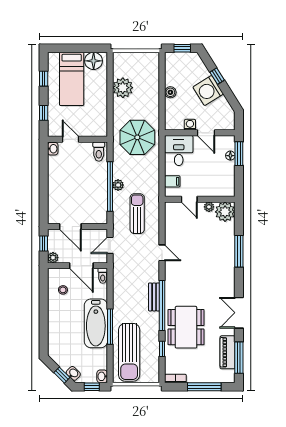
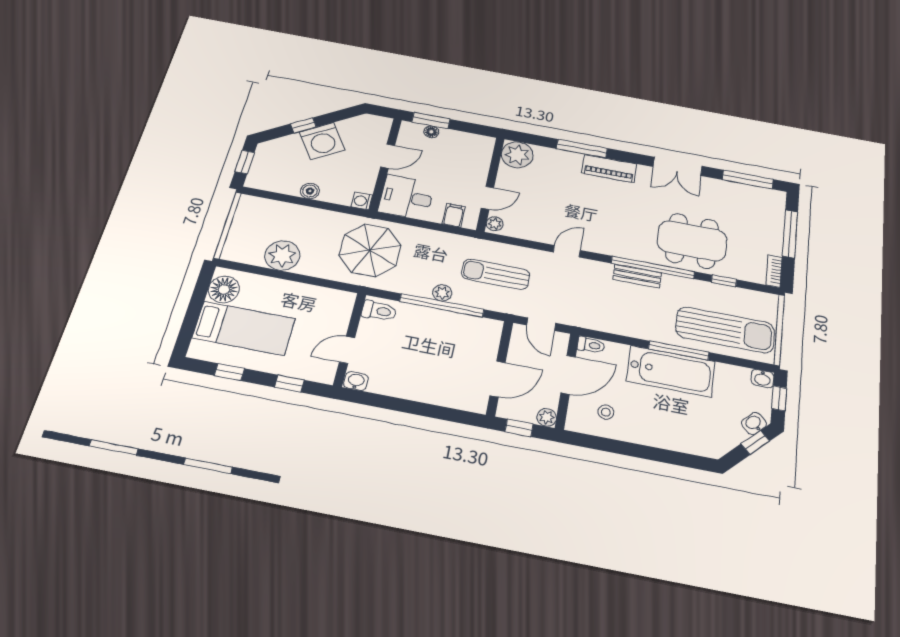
washing machine: (190, 125) -> (362, 201), moved
plant: (209, 207) -> (495, 224), moved
piano: (228, 352) -> (609, 169), moved

